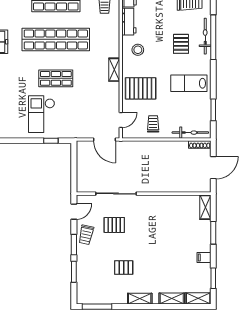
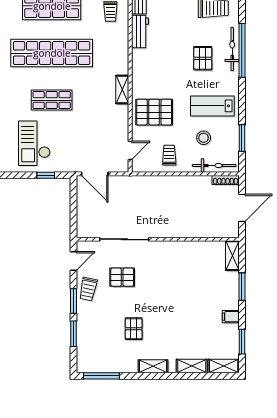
stool: (138, 50) -> (204, 138), moved
door: (105, 139) -> (95, 174), moved
pallet: (124, 268) -> (134, 329), turned 90

